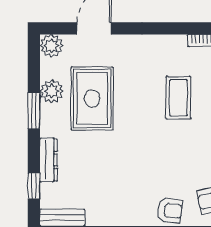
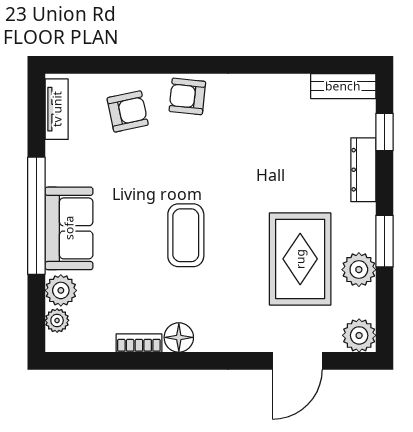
floor lamp: (176, 44) -> (179, 337), added
coffee table: (178, 98) -> (186, 235), moved

